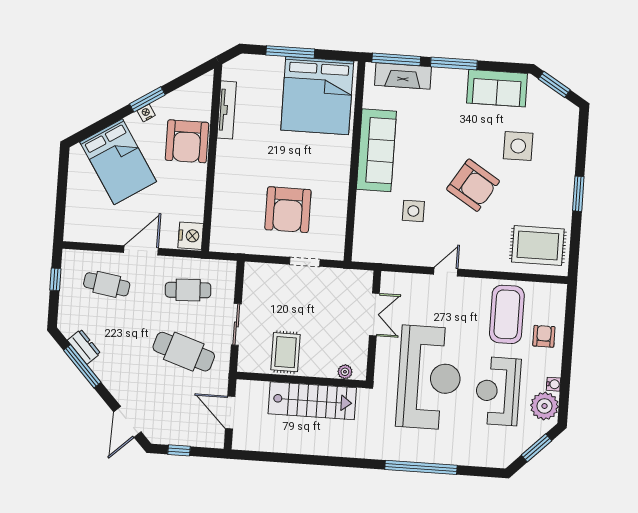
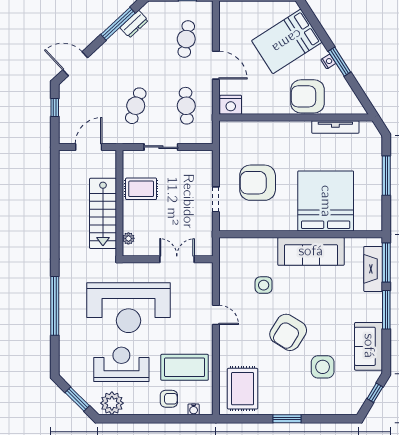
window: (554, 84) -> (375, 393), width x0.67
bed: (317, 96) -> (326, 201), moved, turned 90
double door: (374, 314) -> (177, 259), swing flipped
cafe table: (184, 352) -> (136, 106), width x0.73, depth x0.74
water cooler: (553, 384) -> (194, 409), moved

